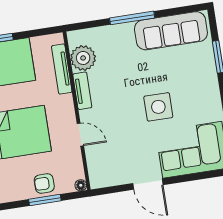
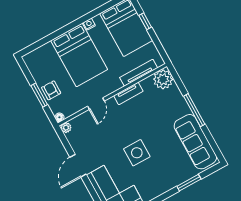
plant: (83, 58) -> (163, 79), moved
plant: (96, 182) -> (66, 128), added

